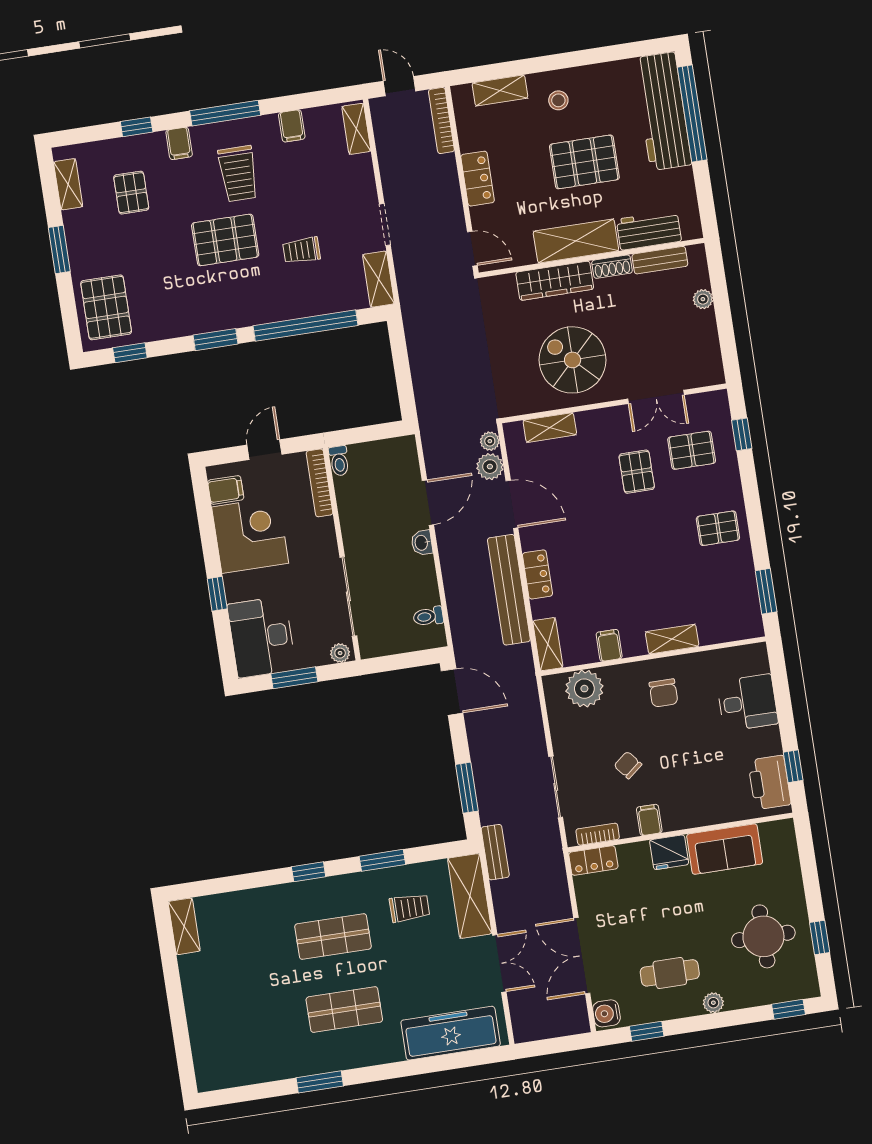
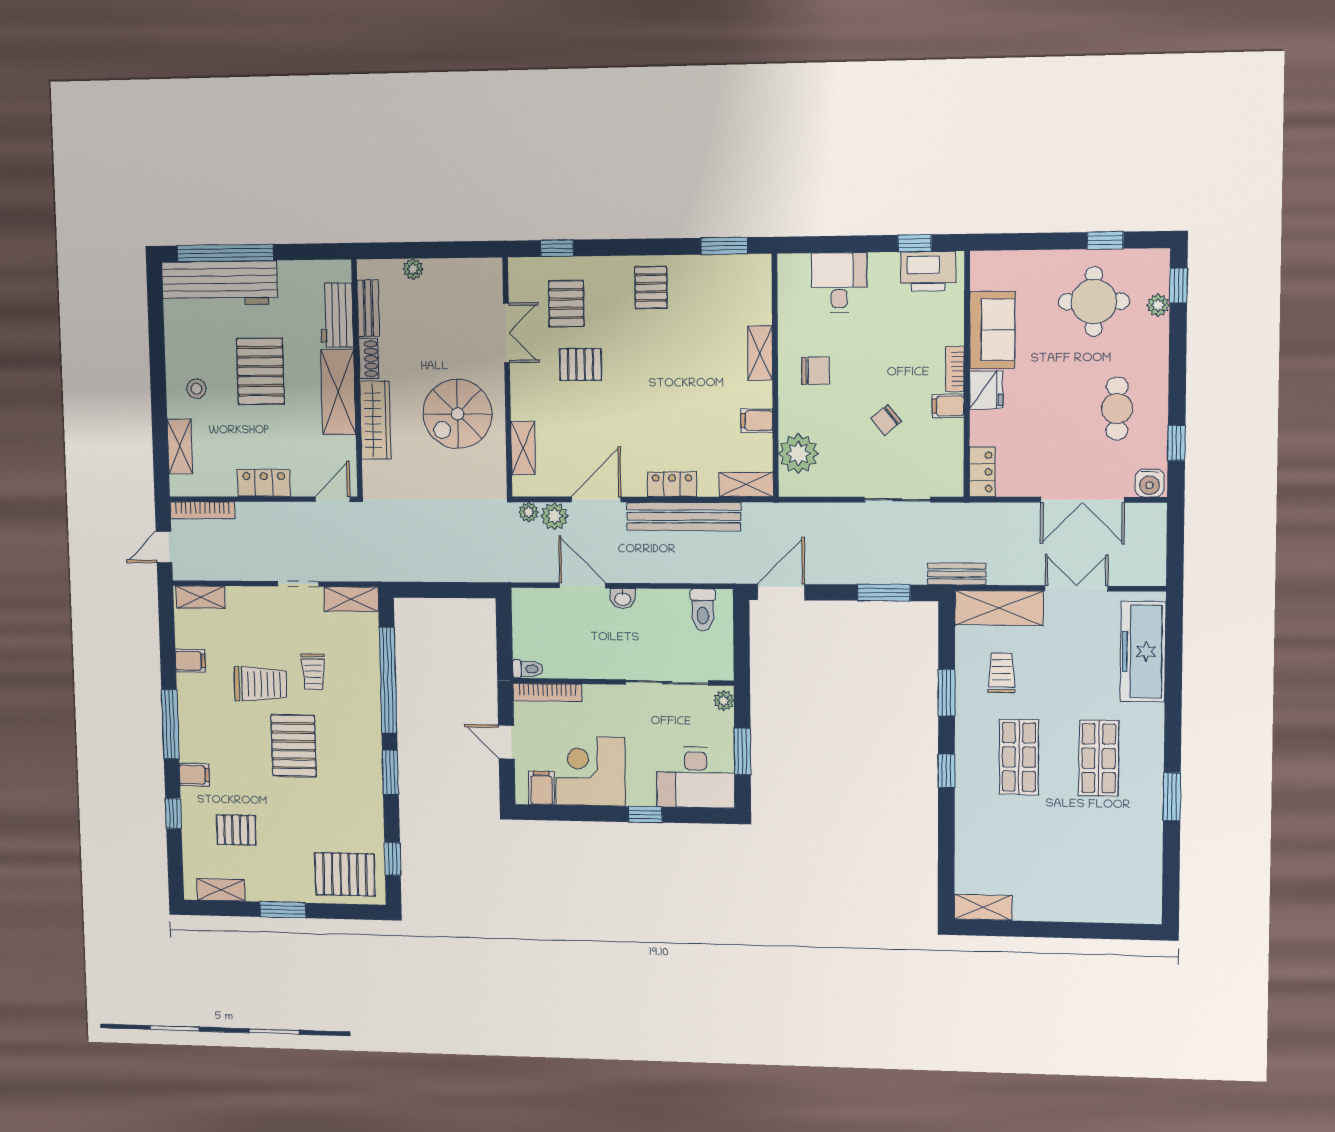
trolley: (238, 174) -> (261, 684), moved
toilet: (428, 616) -> (703, 610), width x1.37, depth x1.39
bookcase: (598, 834) -> (955, 369), moved
plant: (713, 1003) -> (1158, 305), moved

